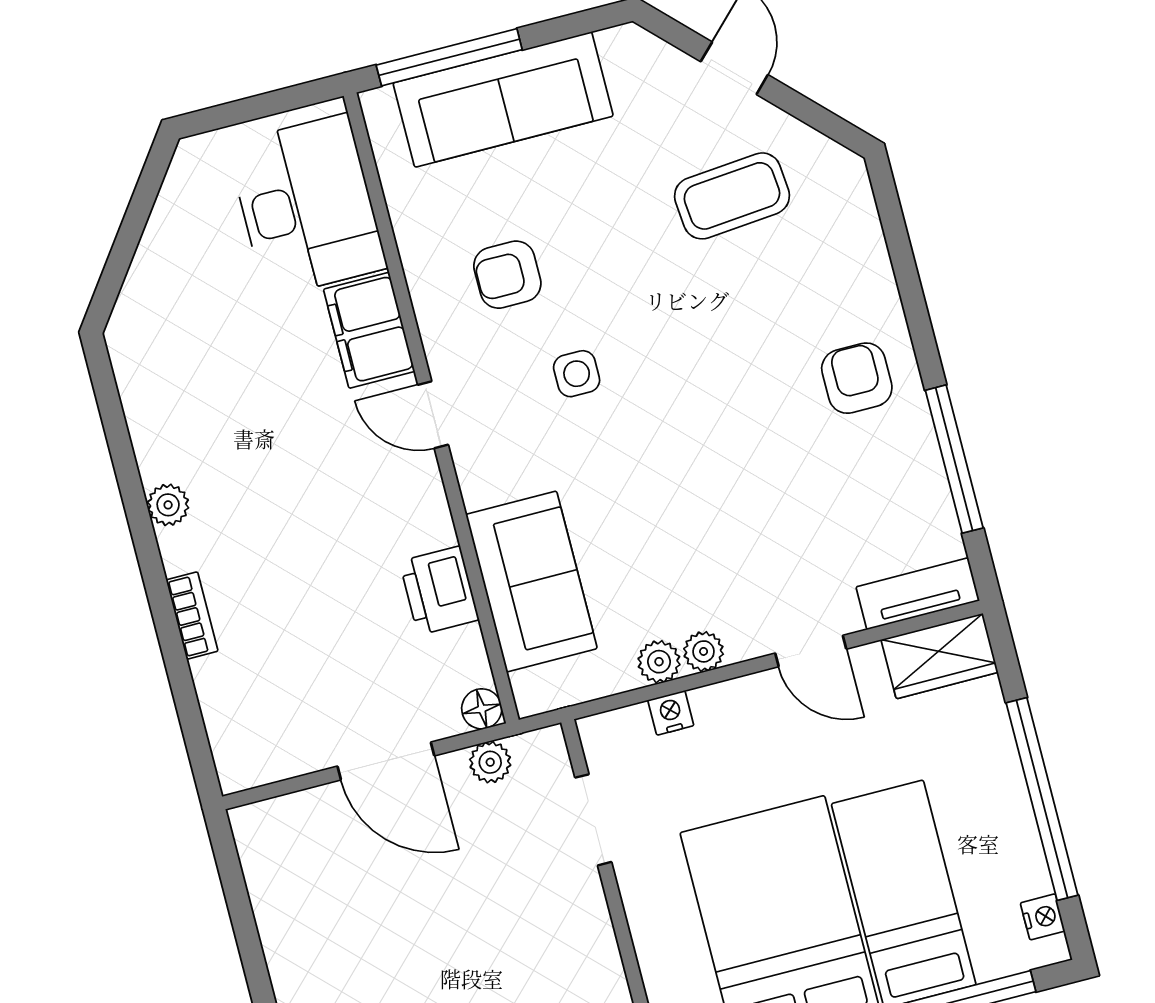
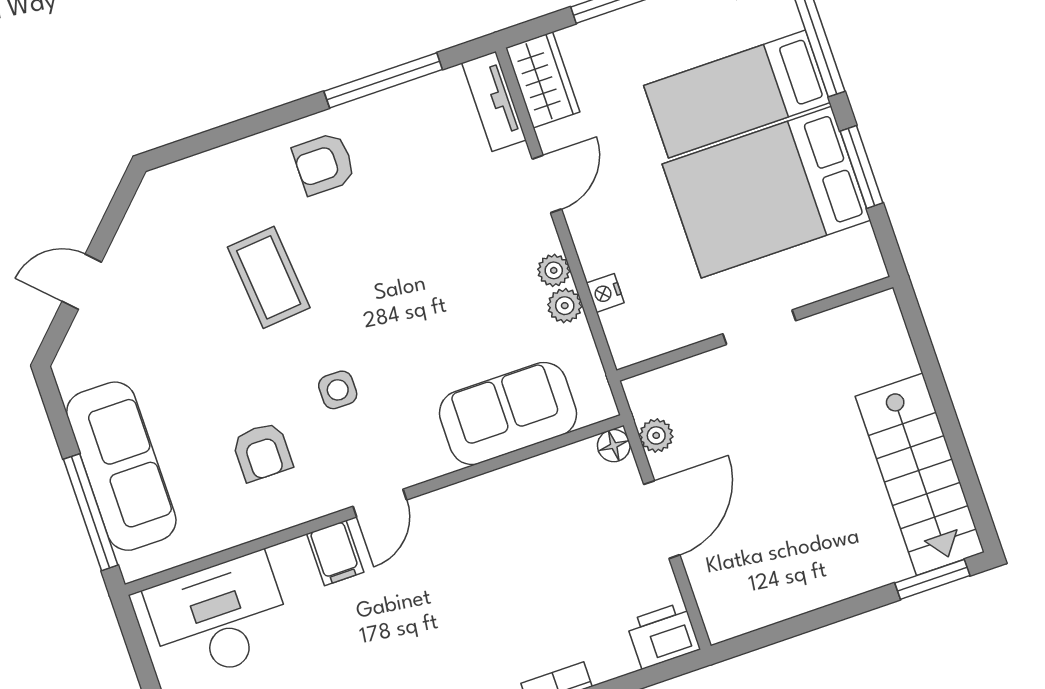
coffee table: (732, 196) -> (269, 277), moved
filing cabinet: (369, 330) -> (335, 553), width x0.50
printer: (439, 591) -> (663, 635), moved, turned 180
doorway: (593, 820) -> (759, 327), moved

